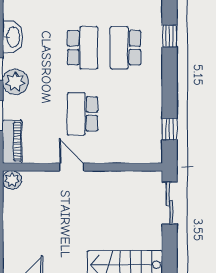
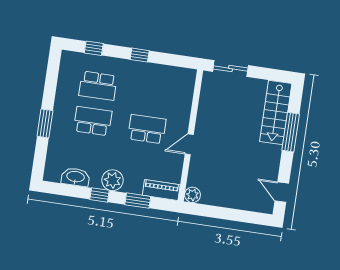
school desk: (83, 114) -> (147, 129), turned 180
window: (170, 129) -> (140, 55), moved

